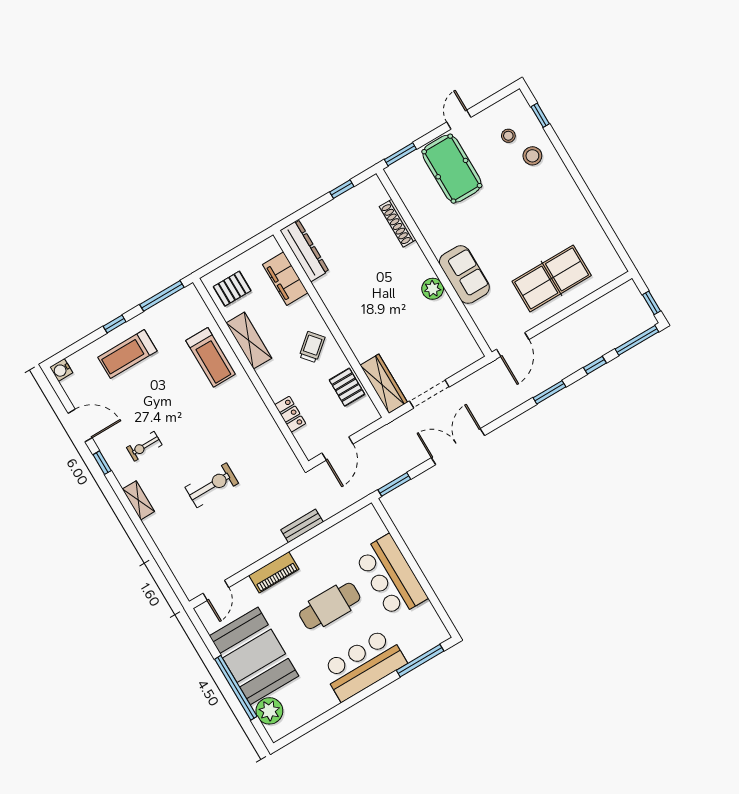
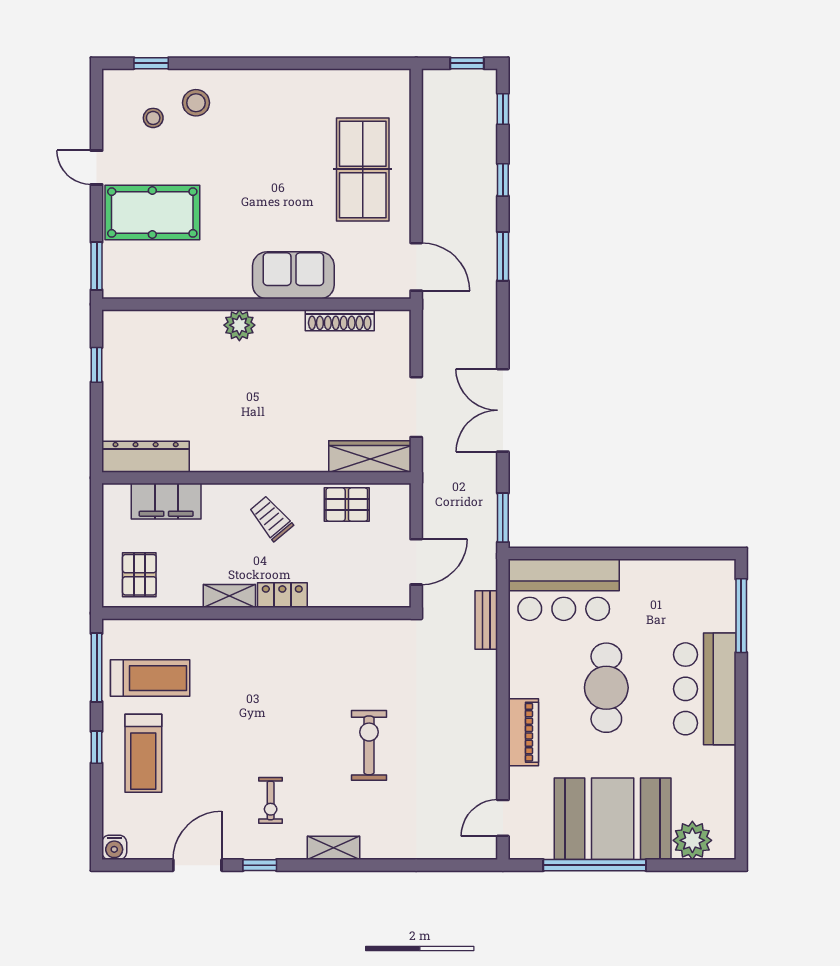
shoe rack: (398, 223) -> (340, 320), moved
plant: (433, 289) -> (239, 325), moved
window: (637, 340) -> (503, 109), width x0.46
shelving: (249, 341) -> (229, 596), width x0.67, depth x0.75
treadmill: (211, 357) -> (150, 678), moved
locker: (290, 414) -> (282, 595), moved
door: (337, 449) -> (416, 562), hinge flipped
bench: (302, 526) -> (486, 620), moved
bar counter: (391, 576) -> (564, 590), moved
door: (216, 590) -> (503, 818), swing flipped
window: (236, 688) -> (595, 865), moved

